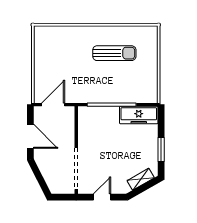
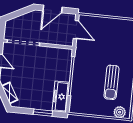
plant: (151, 39) -> (120, 112), added
window: (161, 150) -> (43, 113), moved

